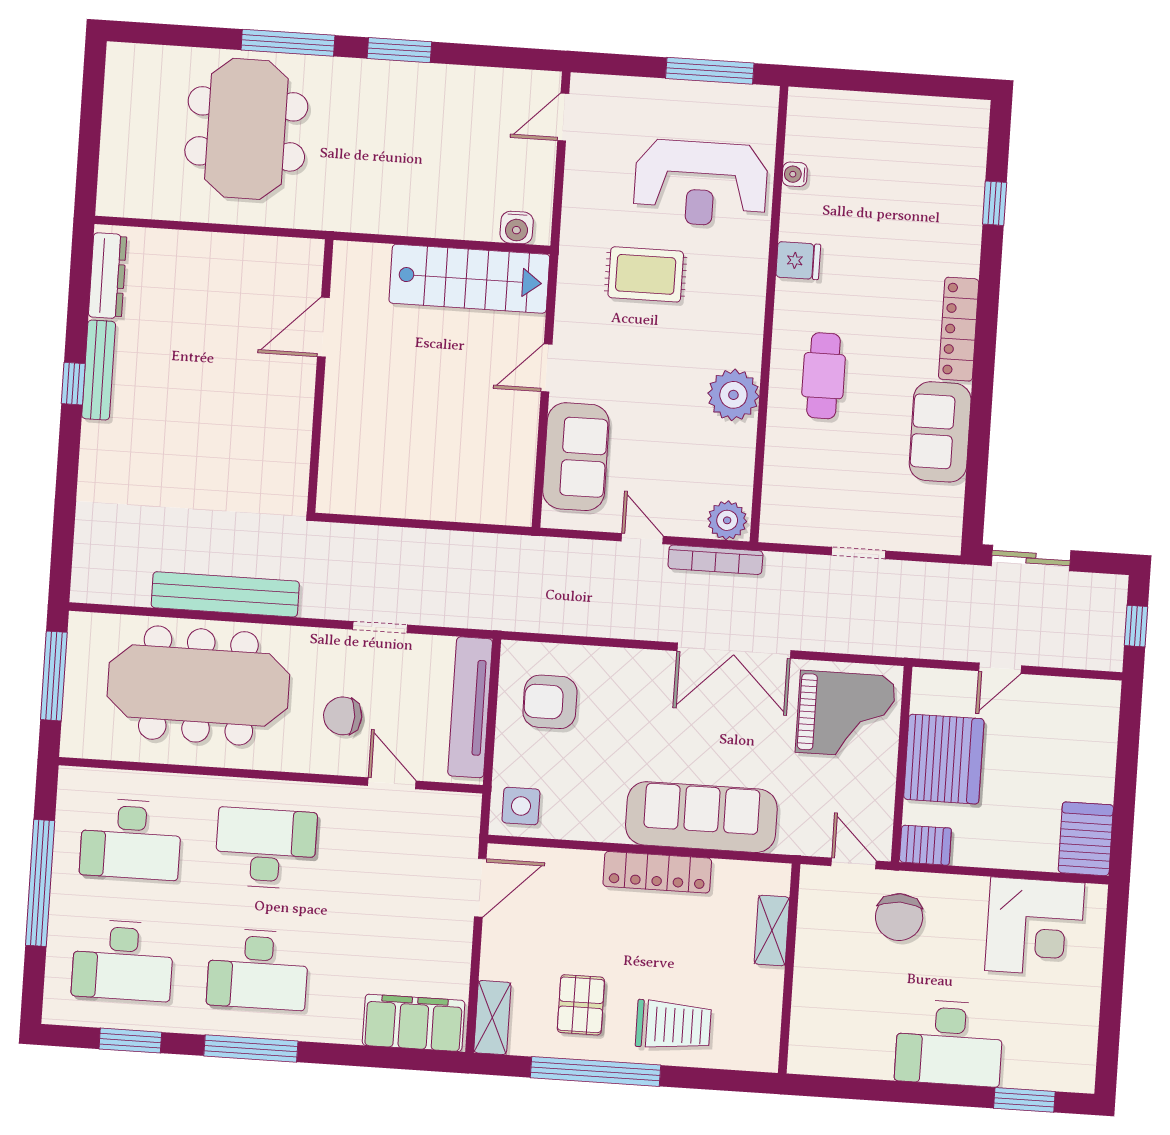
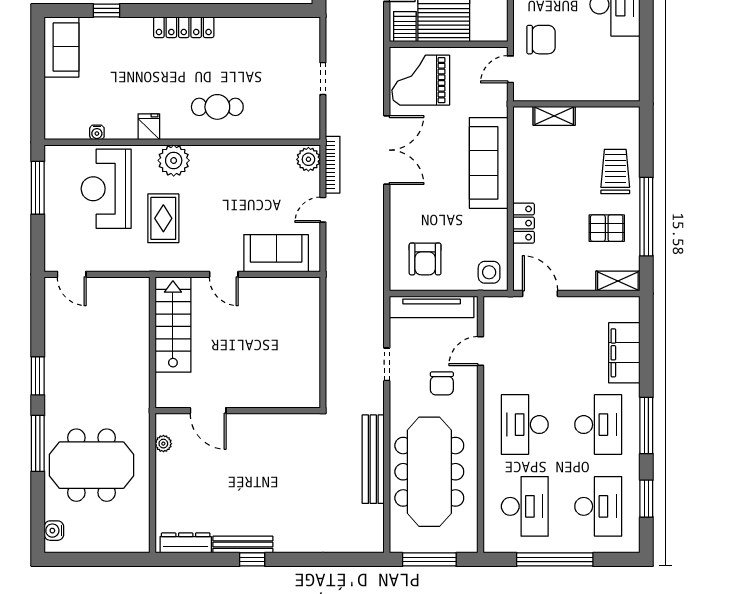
reception desk: (701, 183) -> (106, 189), turned 180
water cooler: (517, 228) -> (54, 531), moved, turned 180
plant: (274, 250) -> (163, 444), added
plant: (733, 395) -> (174, 160), moved
sofa: (940, 432) -> (62, 47), moved, turned -90
grand piano: (845, 714) -> (421, 80), turned -90
server rack: (925, 845) -> (405, 27), moved
locker: (657, 872) -> (524, 223), moved, width x0.66
filing cabinet: (414, 1023) -> (624, 353), moved

